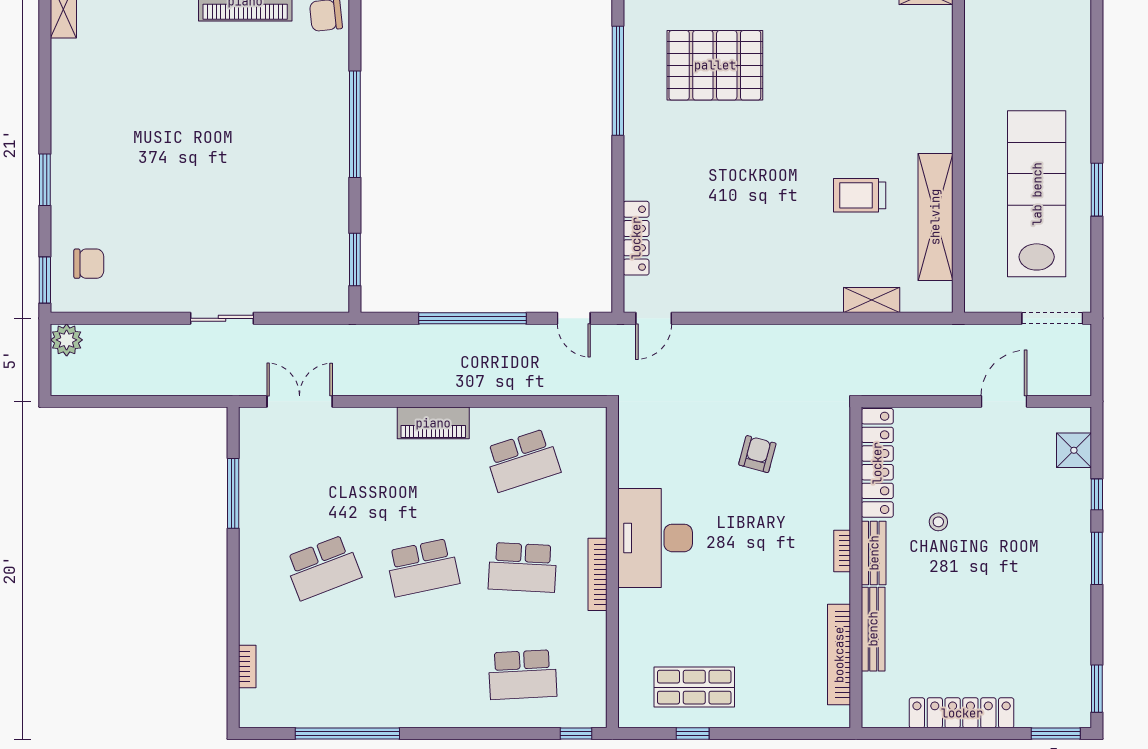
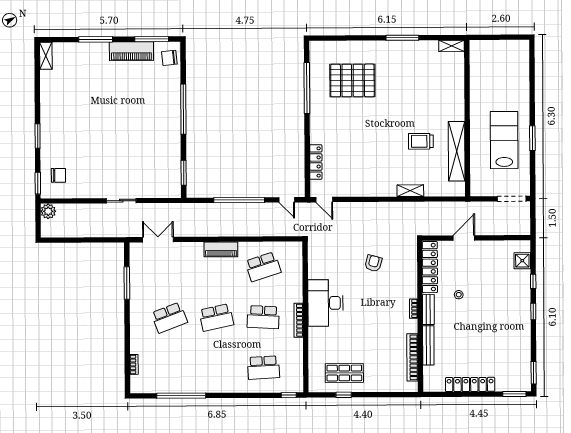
lab bench: (1037, 194) -> (504, 140), width x0.73
shelving: (872, 300) -> (410, 191), moved
door: (654, 318) -> (324, 200), hinge flipped
door: (1004, 401) -> (464, 238), moved
window: (1097, 558) -> (533, 312), width x0.67

